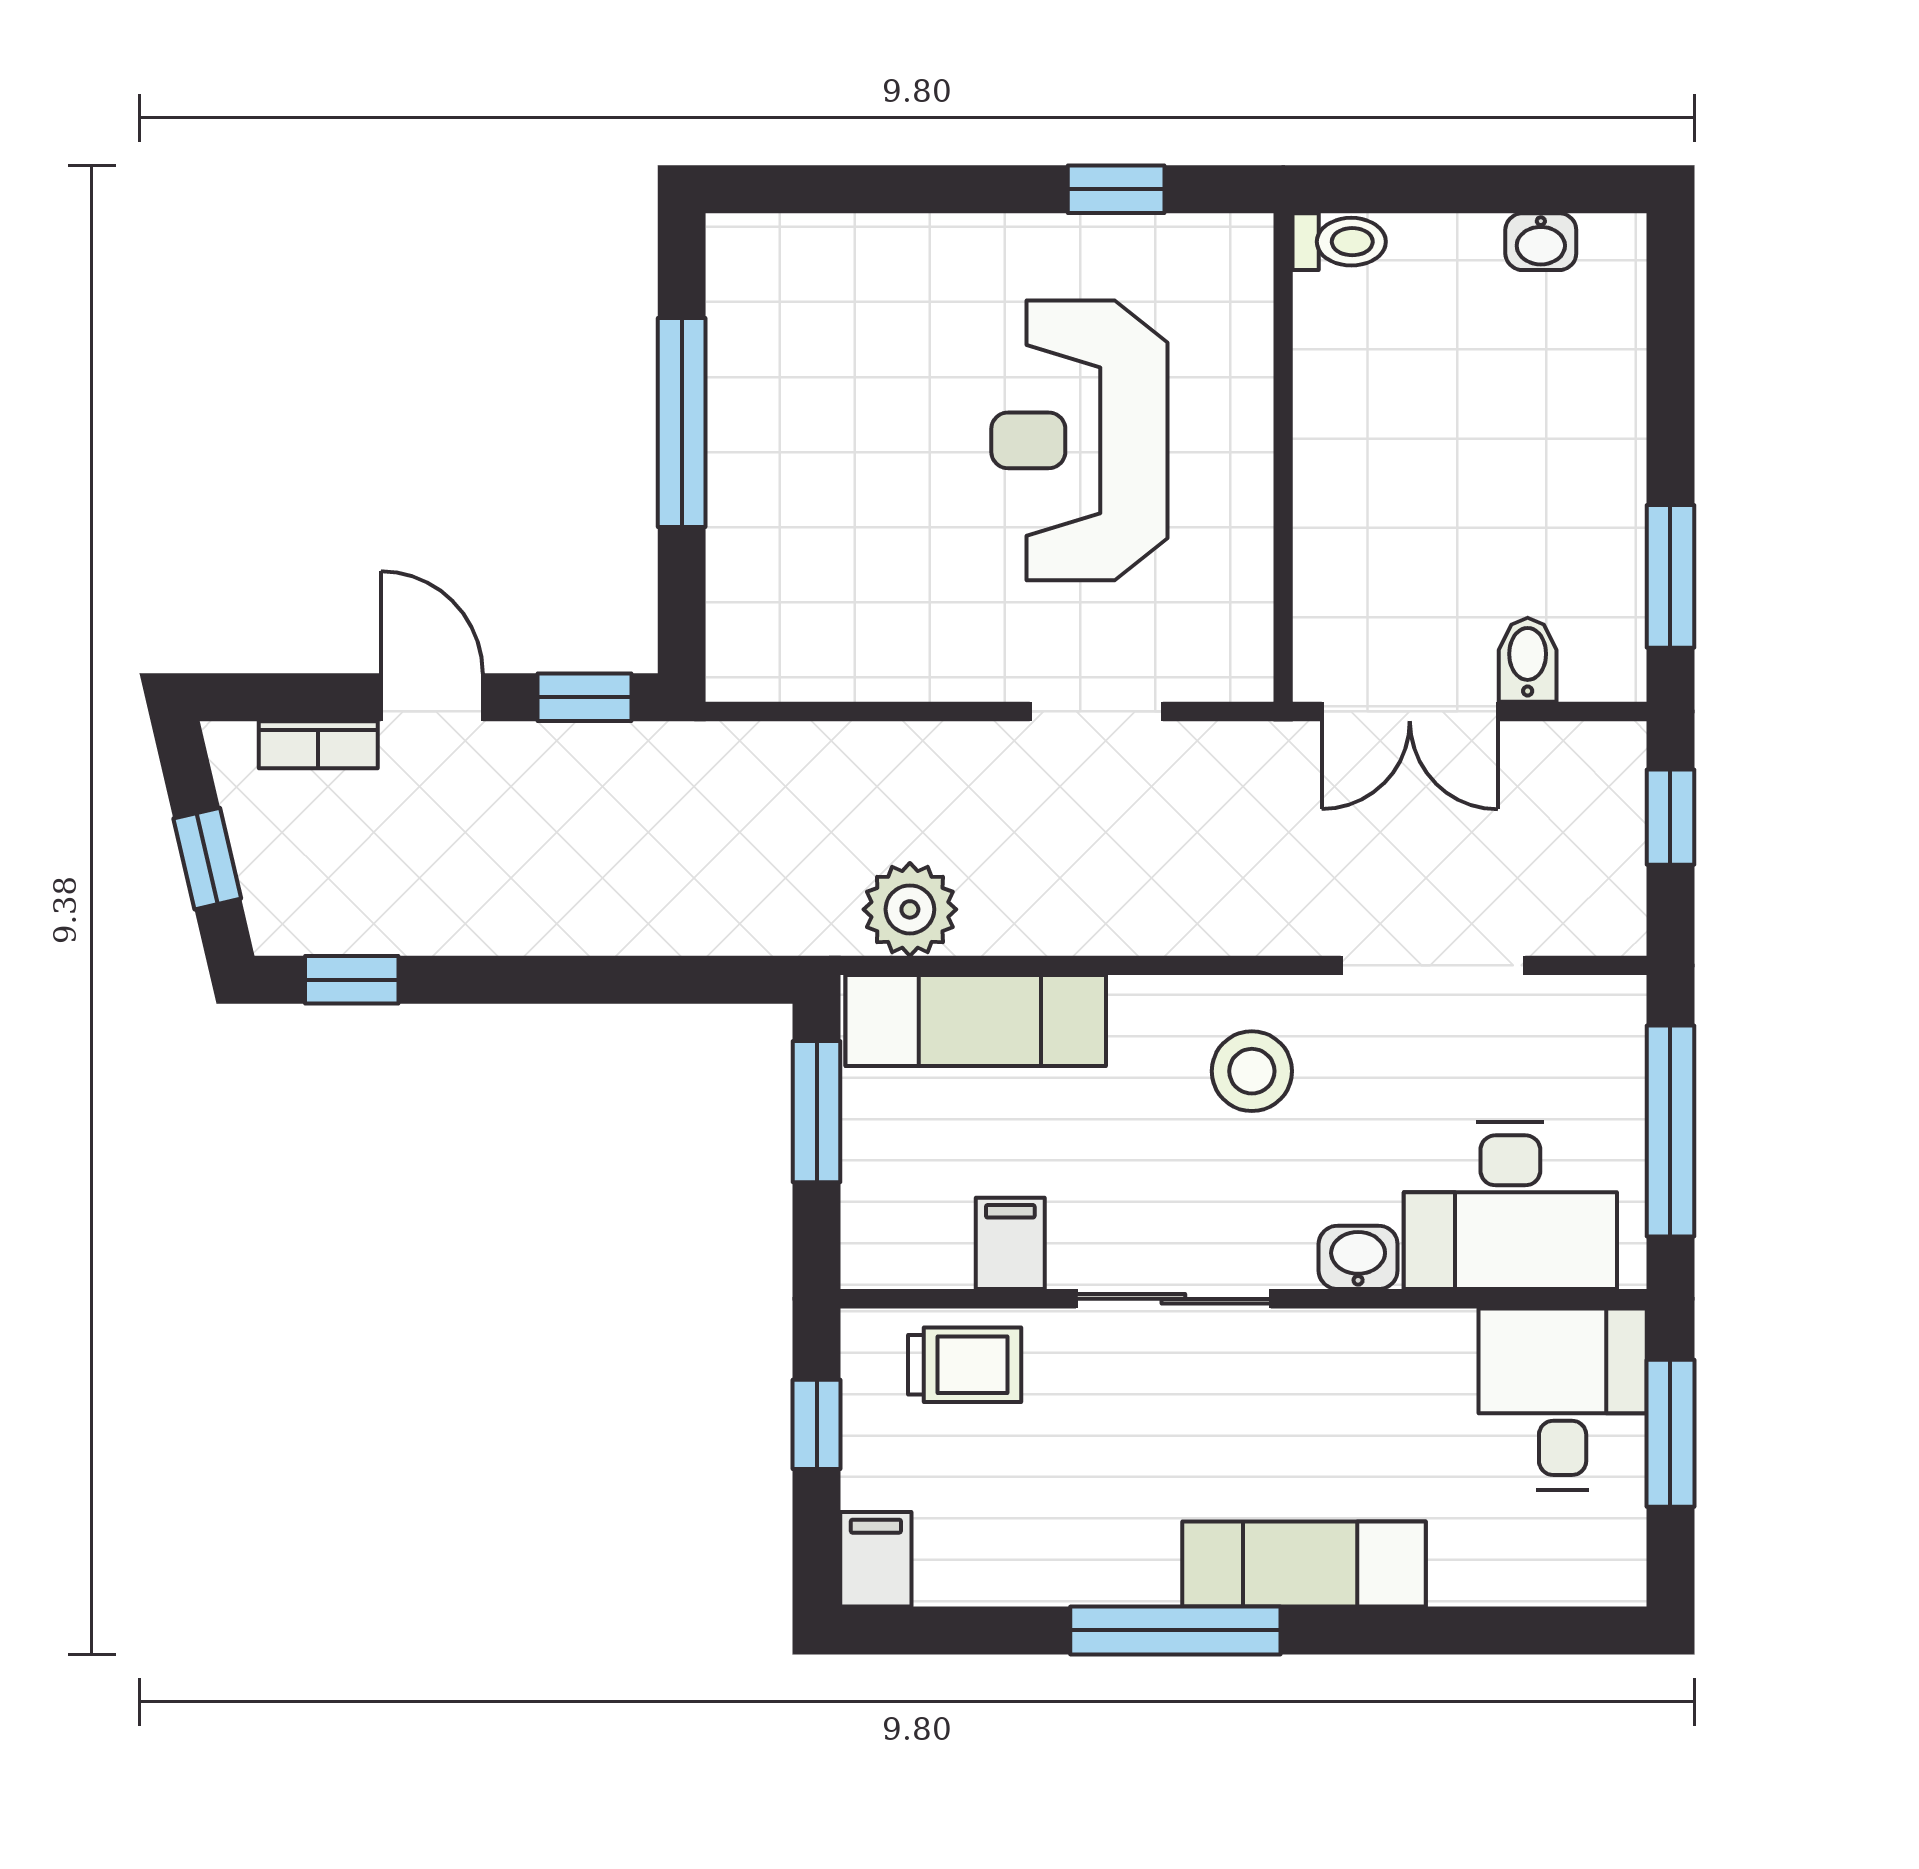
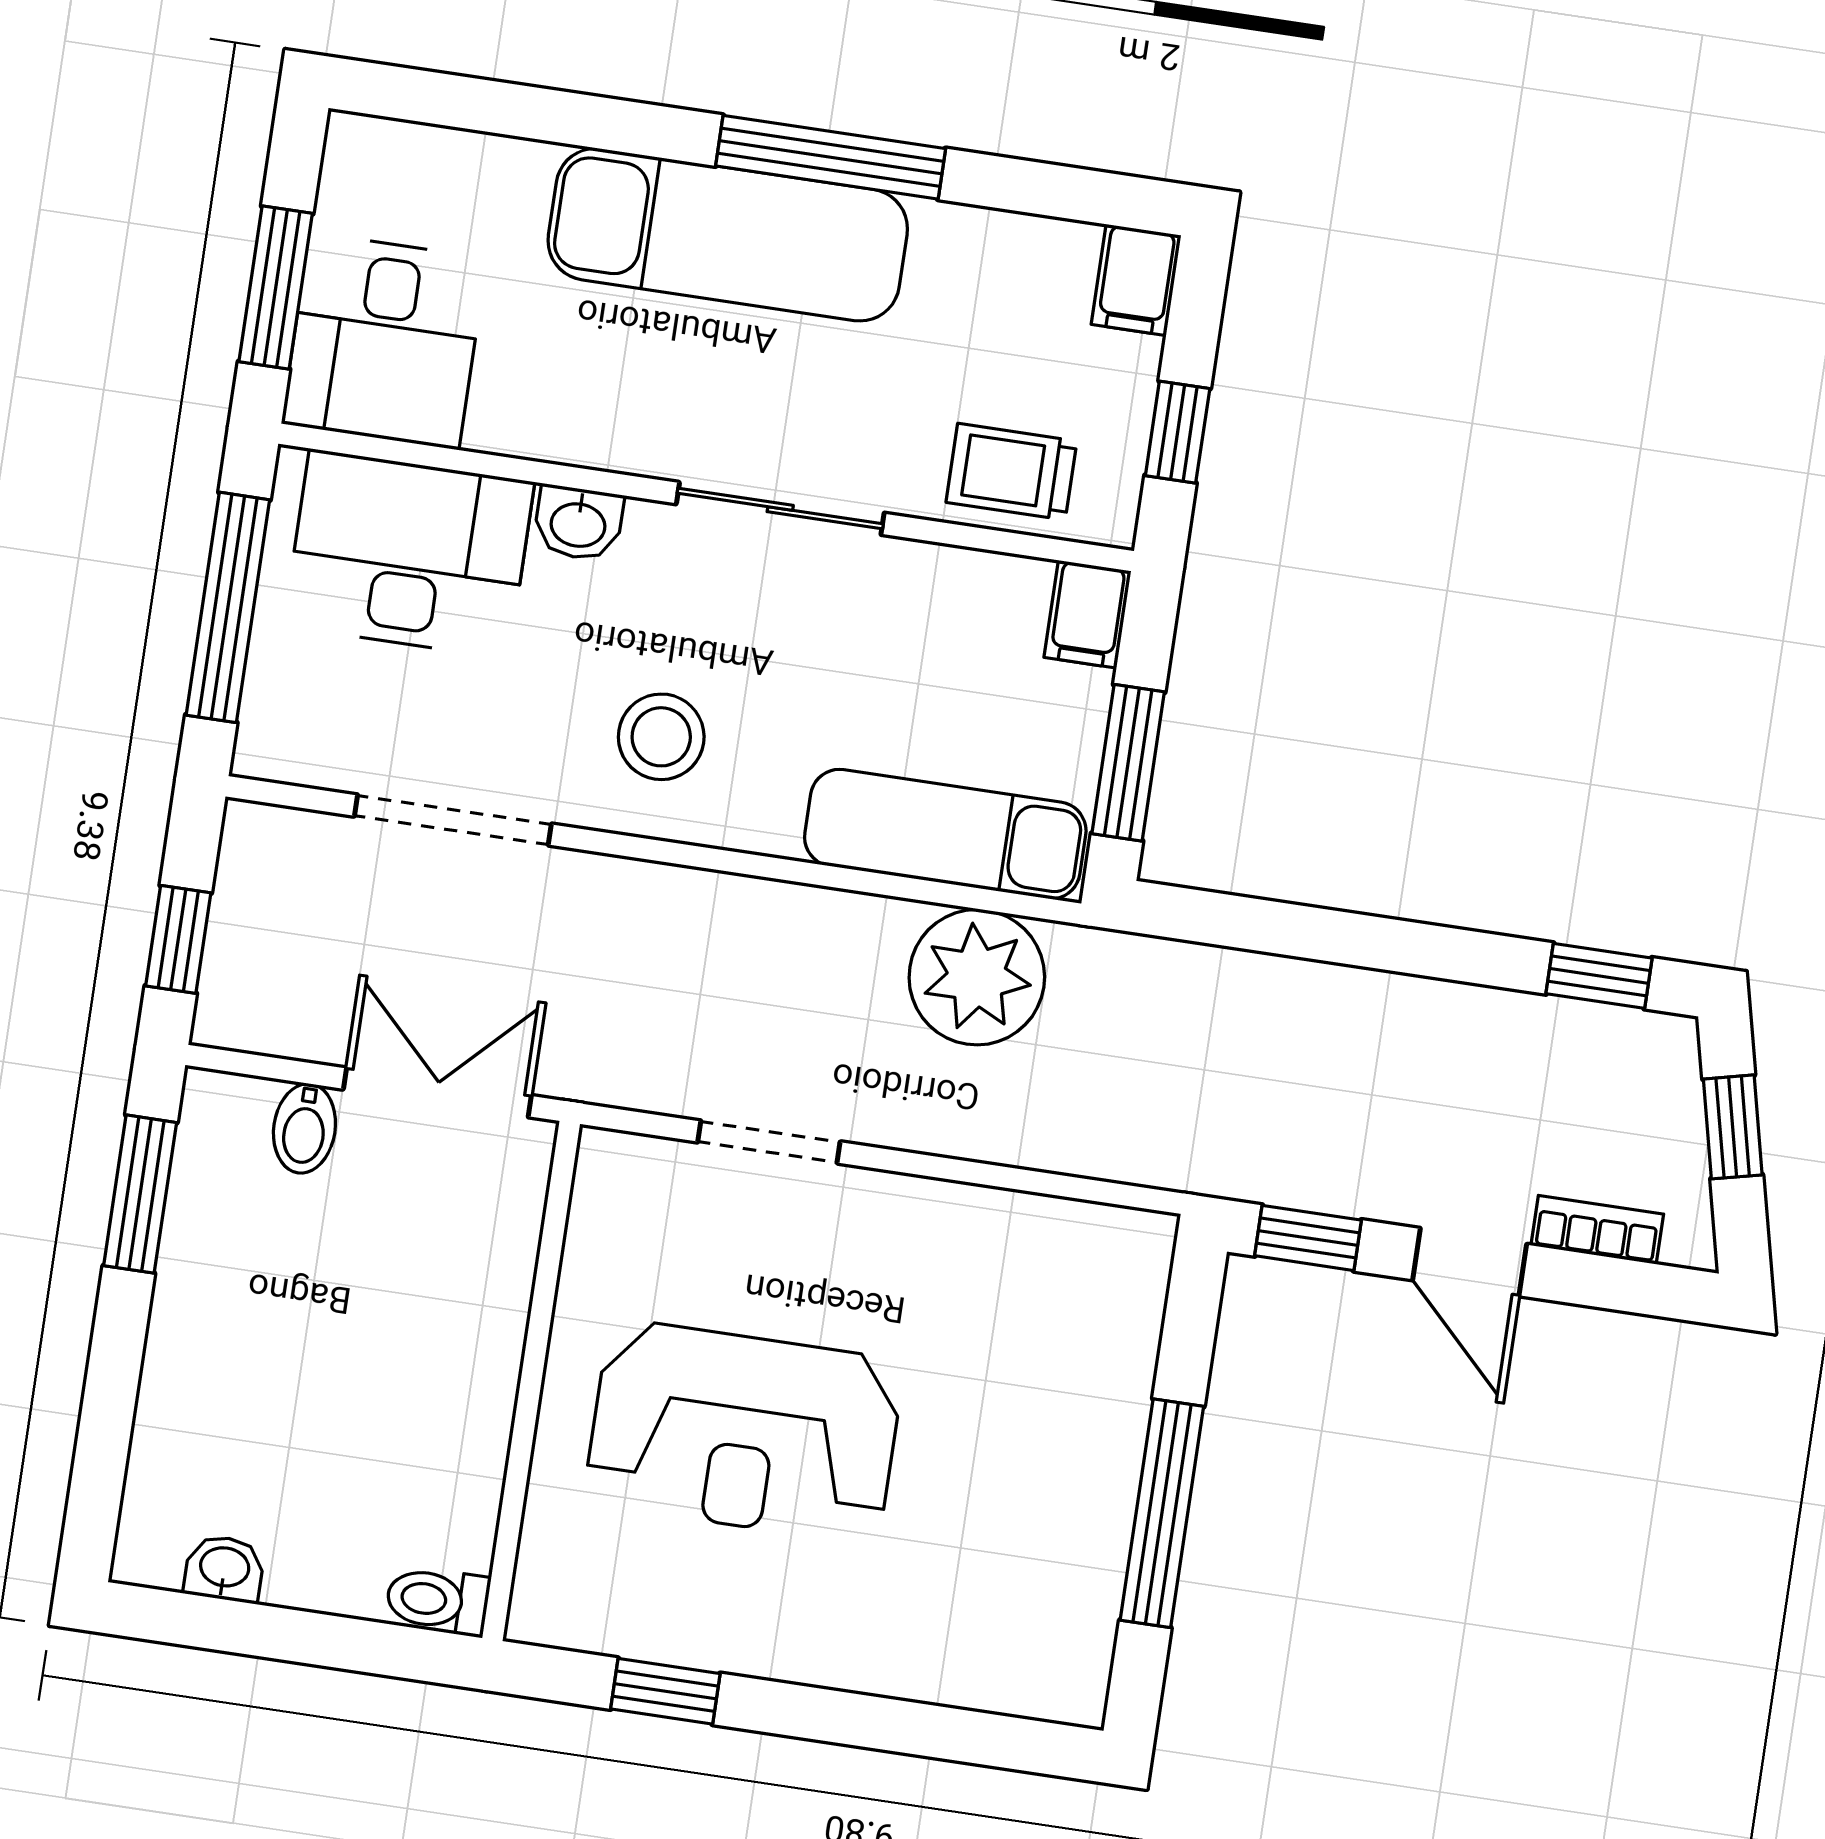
reception desk: (1079, 440) -> (744, 1431), turned 90
plant: (910, 909) -> (977, 977), width x1.36, depth x1.36
filing cabinet: (1010, 1243) -> (1087, 614), moved
exam couch: (1304, 1564) -> (728, 235), width x1.36, depth x1.45

